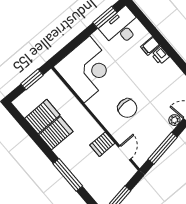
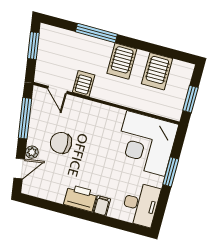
window: (105, 17) -> (171, 172), moved
printer: (160, 56) -> (80, 198), width x1.87, depth x1.48
chair: (127, 108) -> (61, 143), moved
server rack: (56, 133) -> (122, 61), moved

